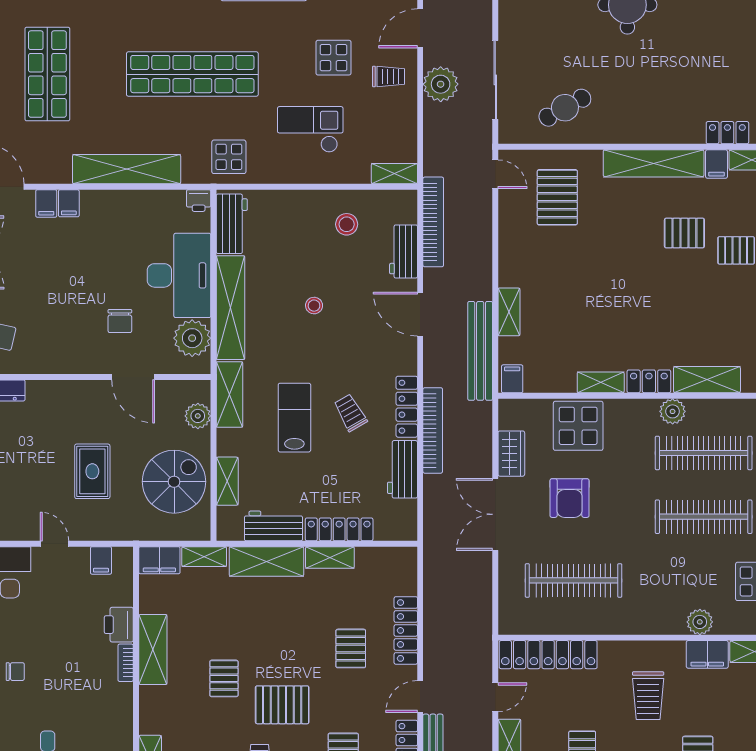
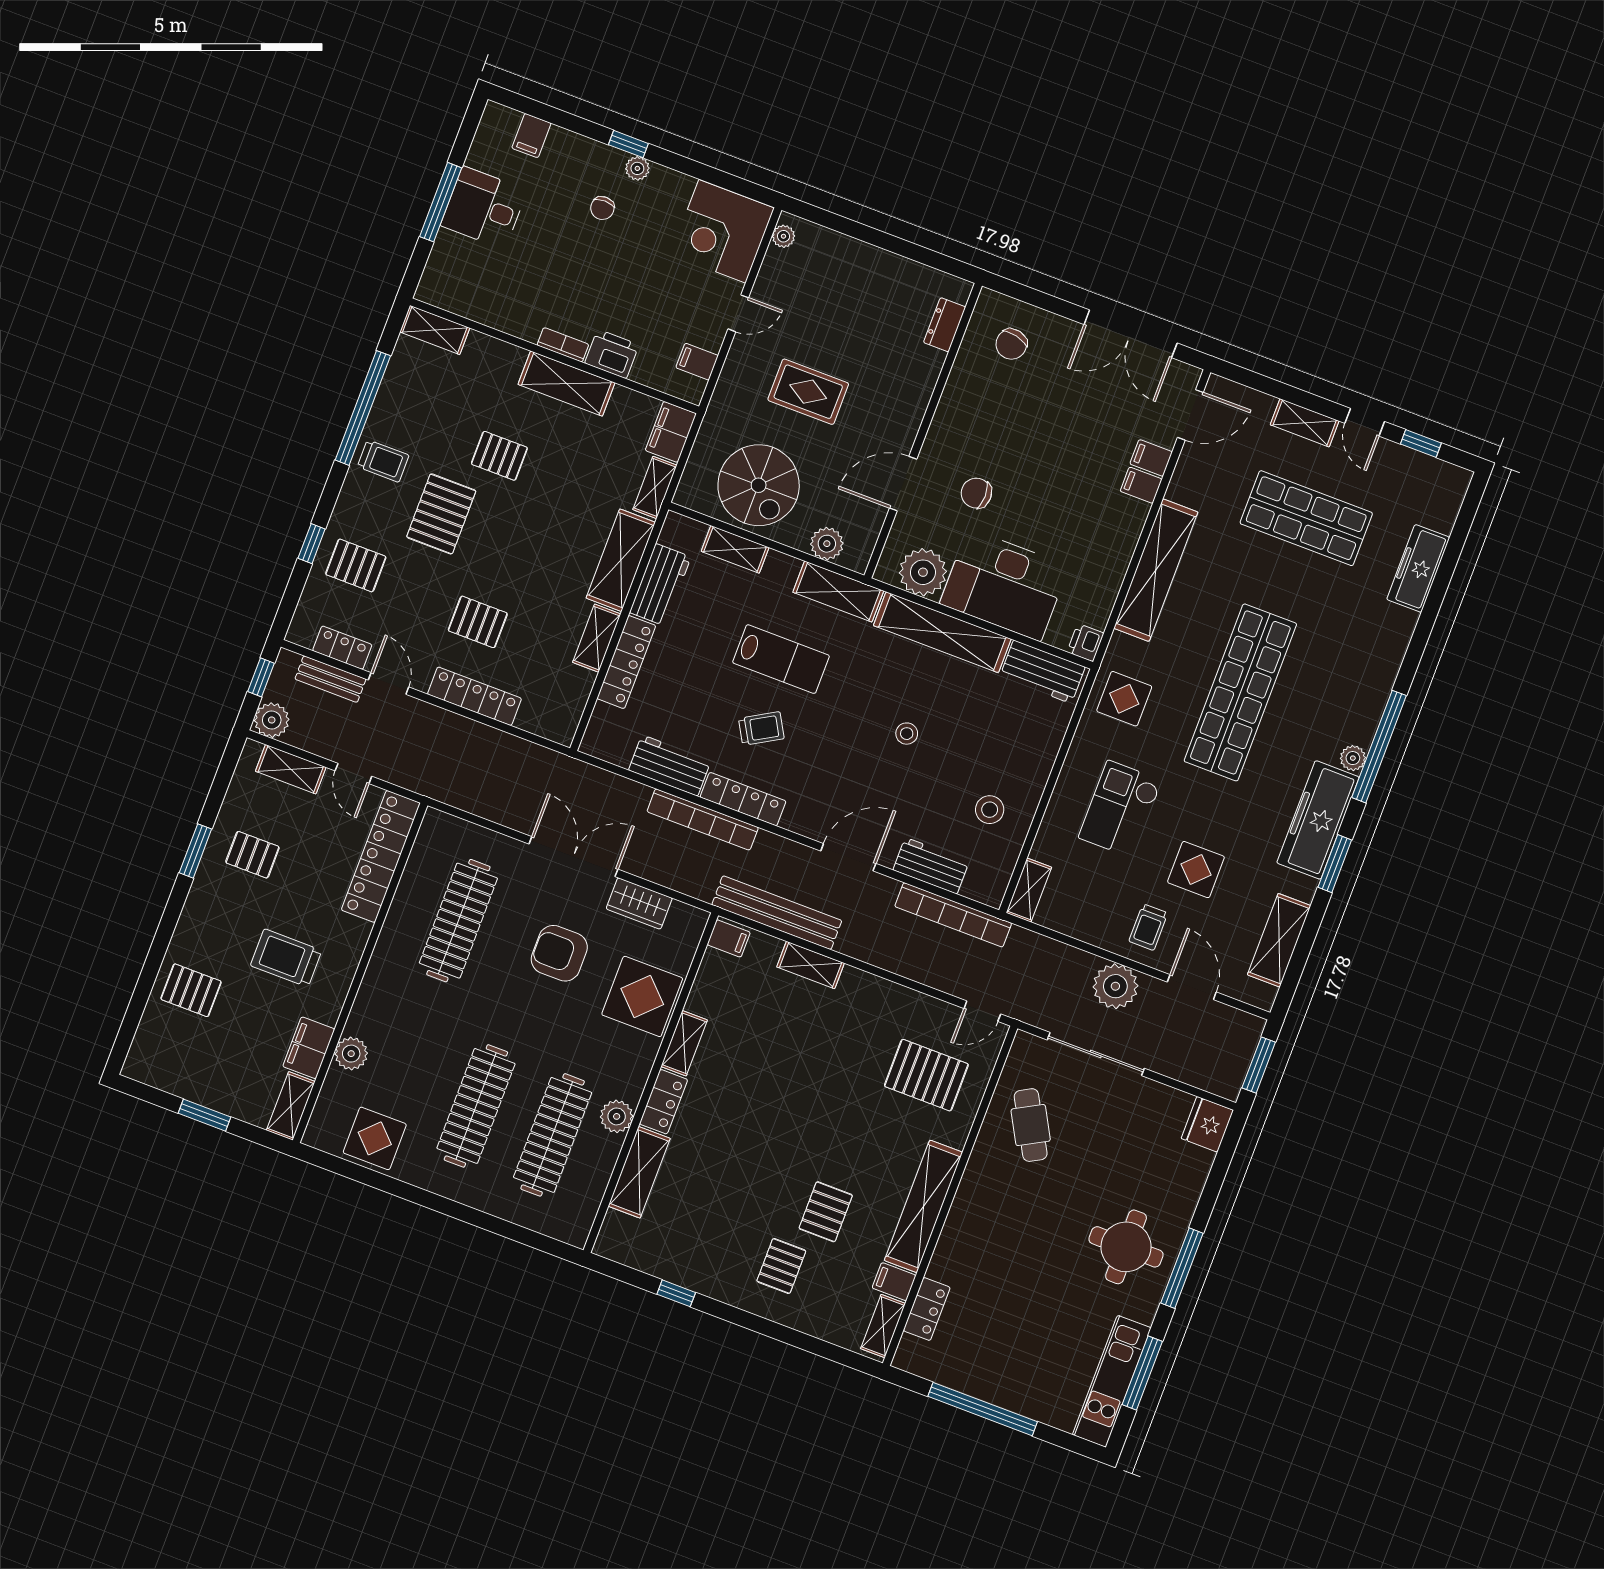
checkout: (310, 129) -> (1120, 809), turned 180

